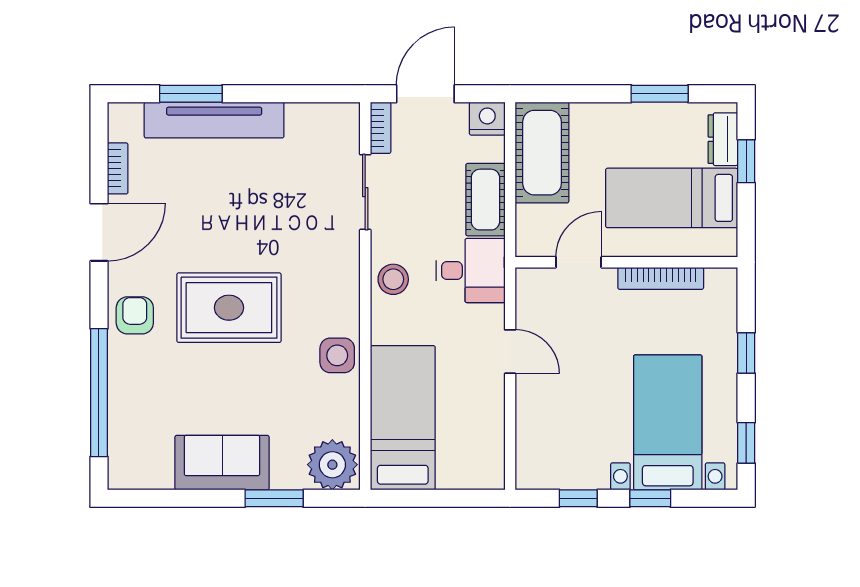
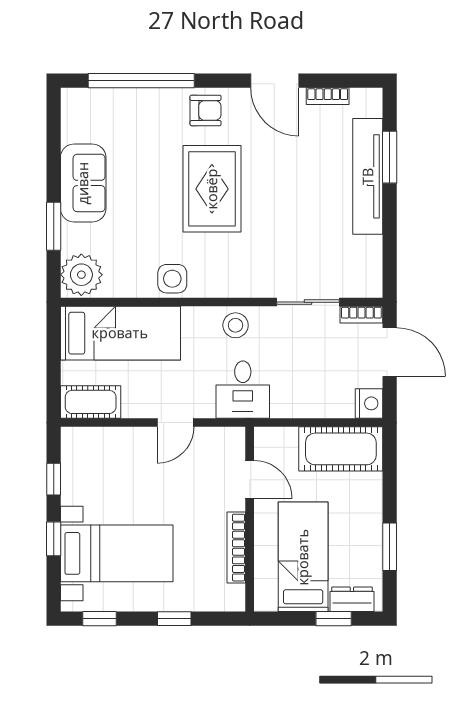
cot: (485, 200) -> (91, 402), moved

